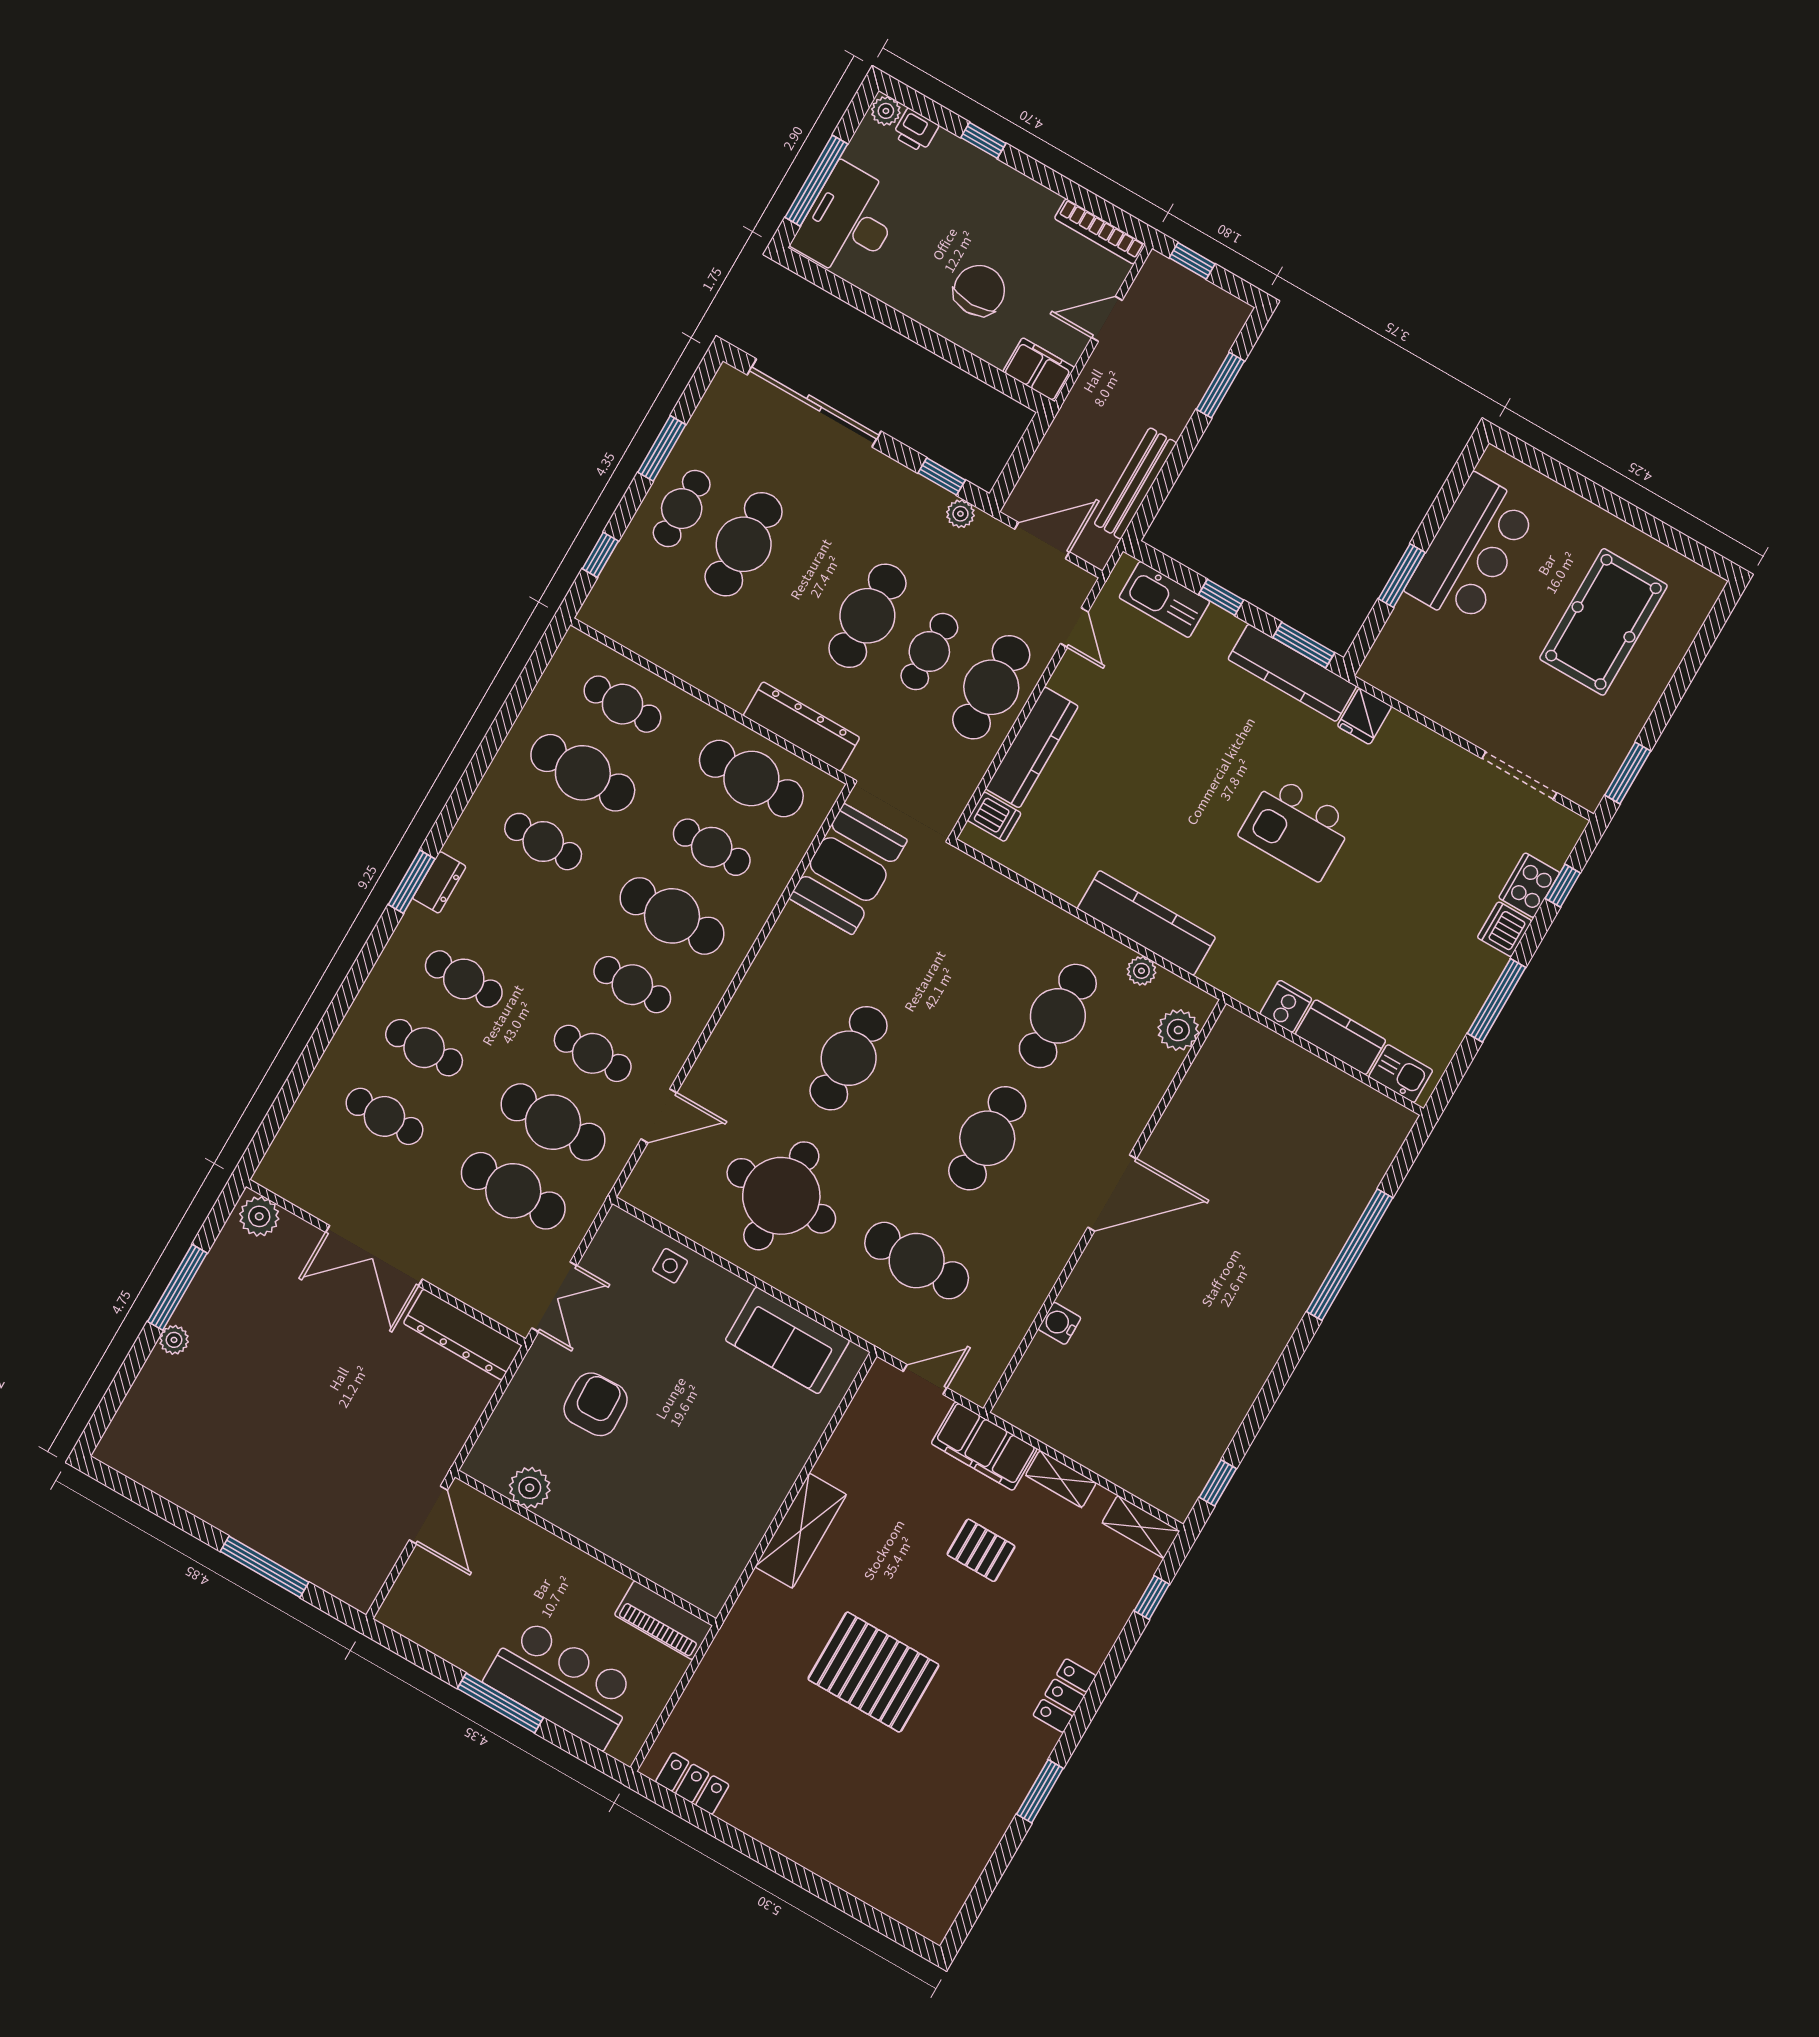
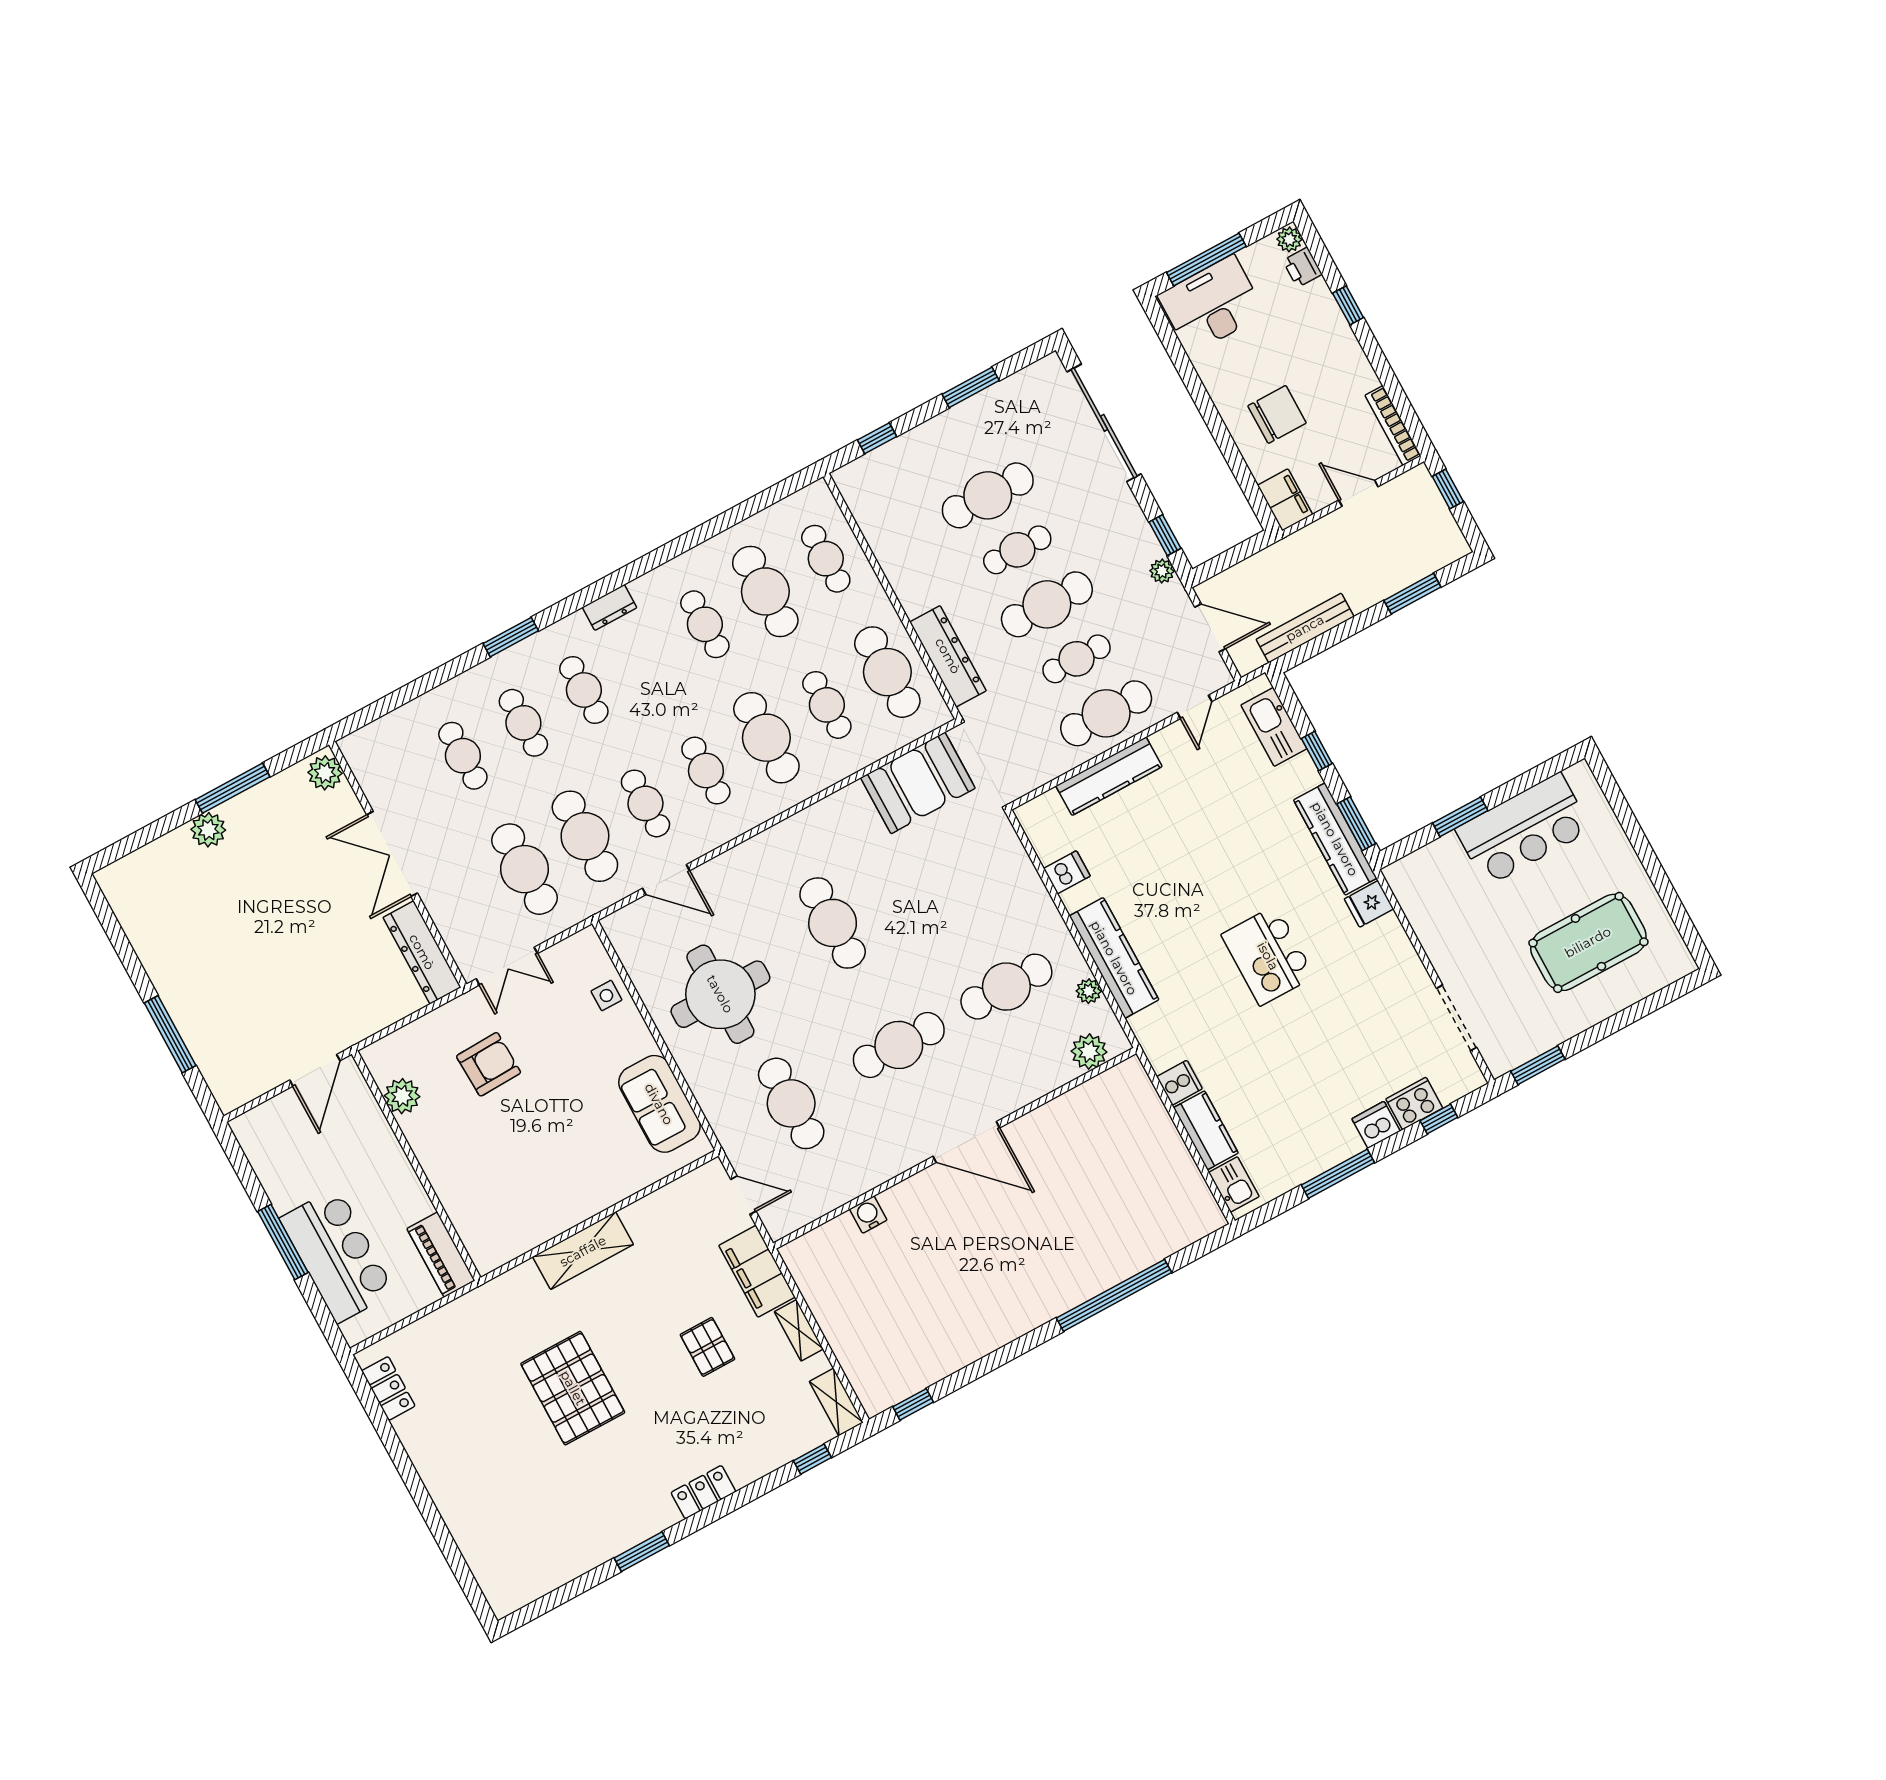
cafe table: (682, 509) -> (1017, 550), moved
dishwasher: (994, 817) -> (1067, 872), moved, turned -90
window: (412, 882) -> (511, 637), moved
cafe table: (849, 1058) -> (833, 923), turned 90
plant: (174, 1340) -> (208, 830), width x1.38, depth x1.38

